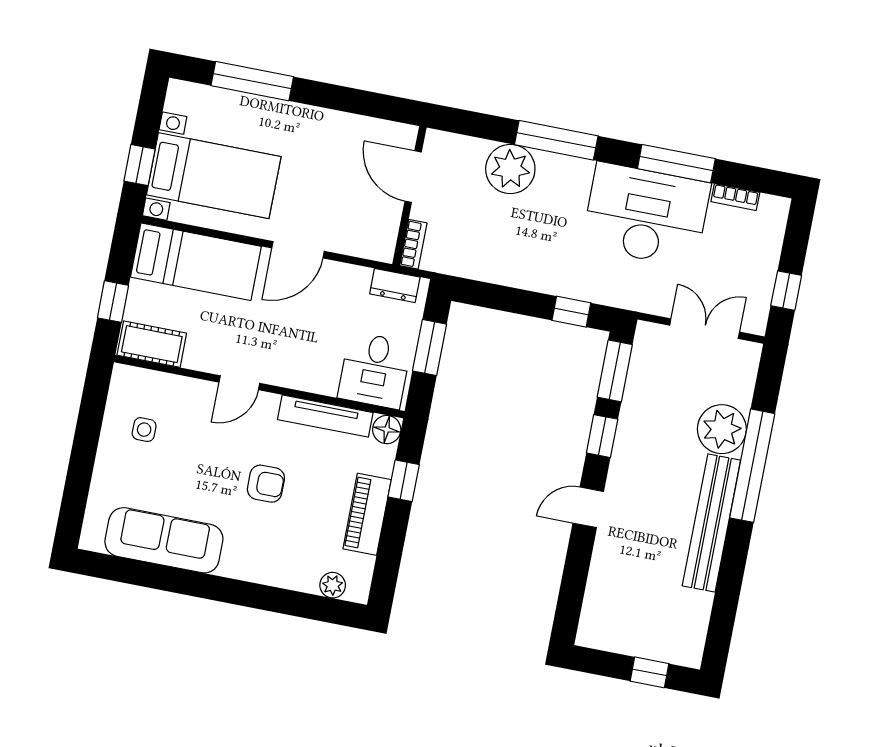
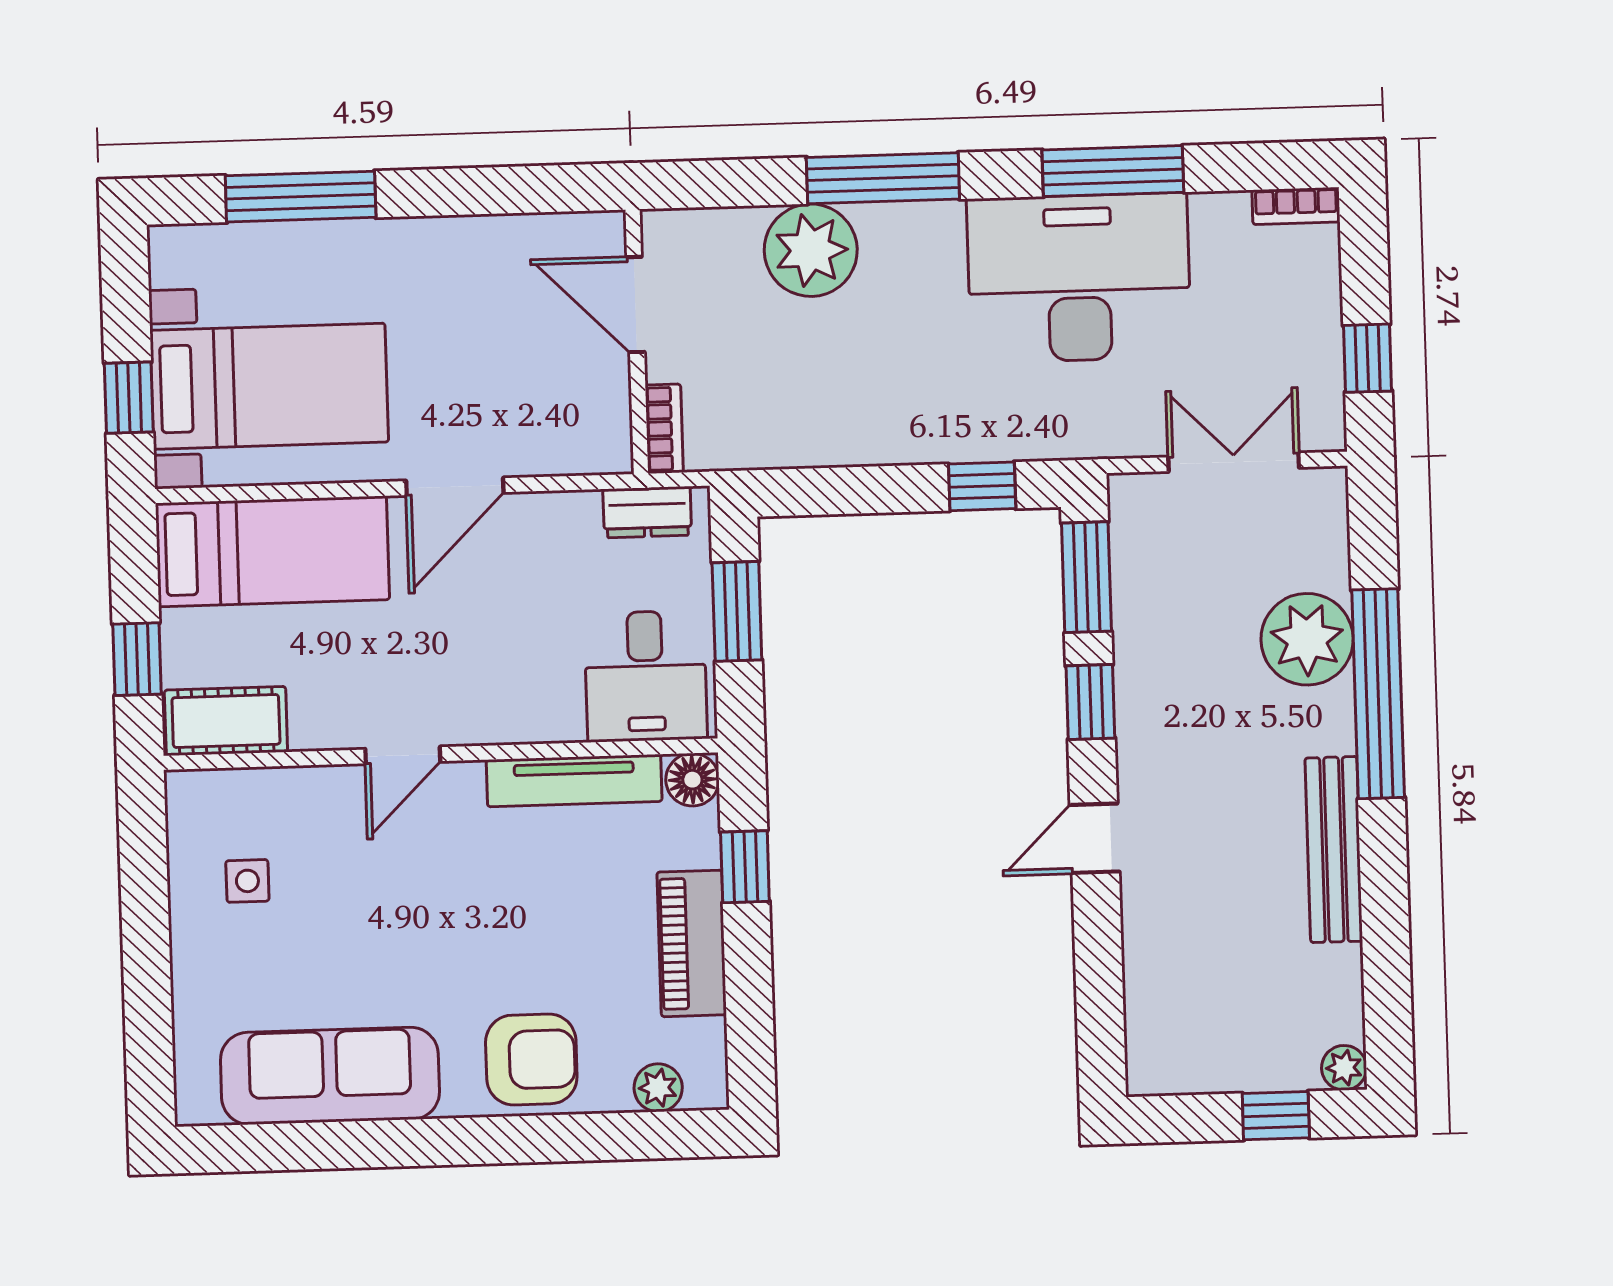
bookcase: (735, 197) -> (1296, 206), moved
armchair: (266, 484) -> (531, 1059), moved, width x1.38, depth x1.38
bench: (711, 523) -> (1334, 850), width x0.73, depth x0.82
plant: (691, 656) -> (1344, 1068), added

